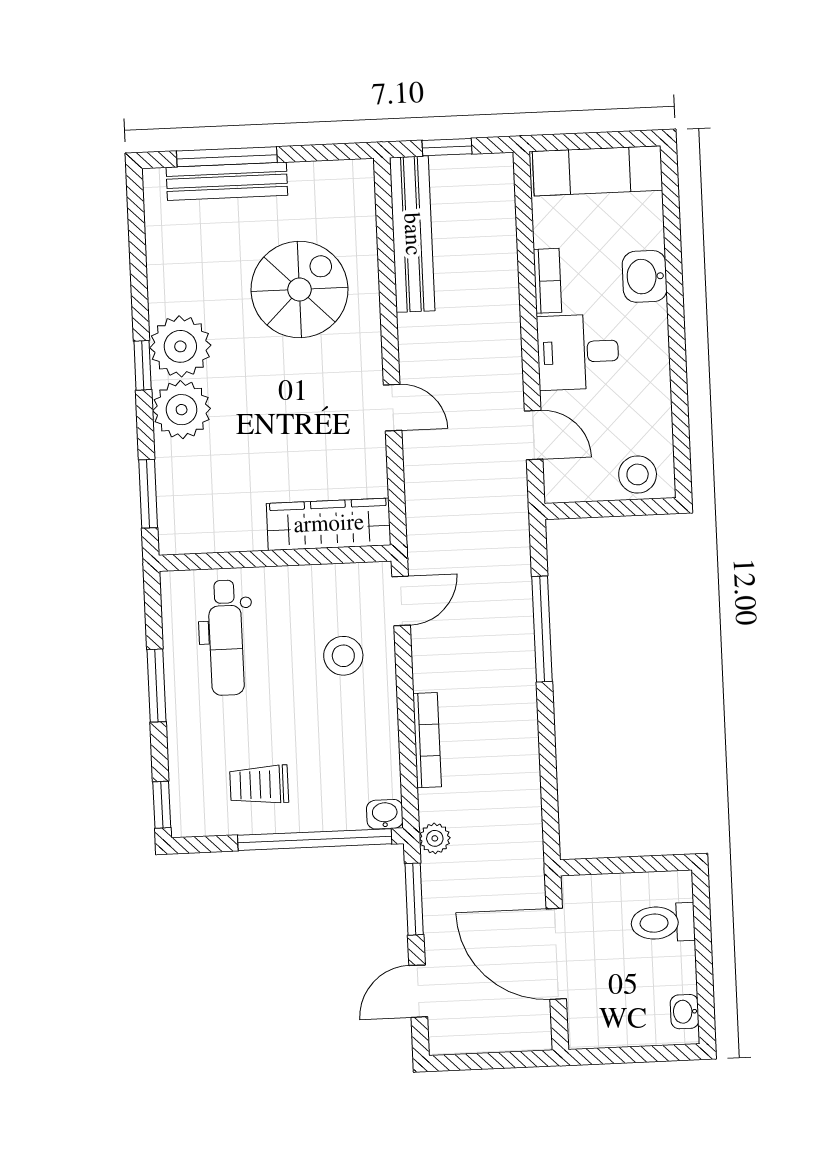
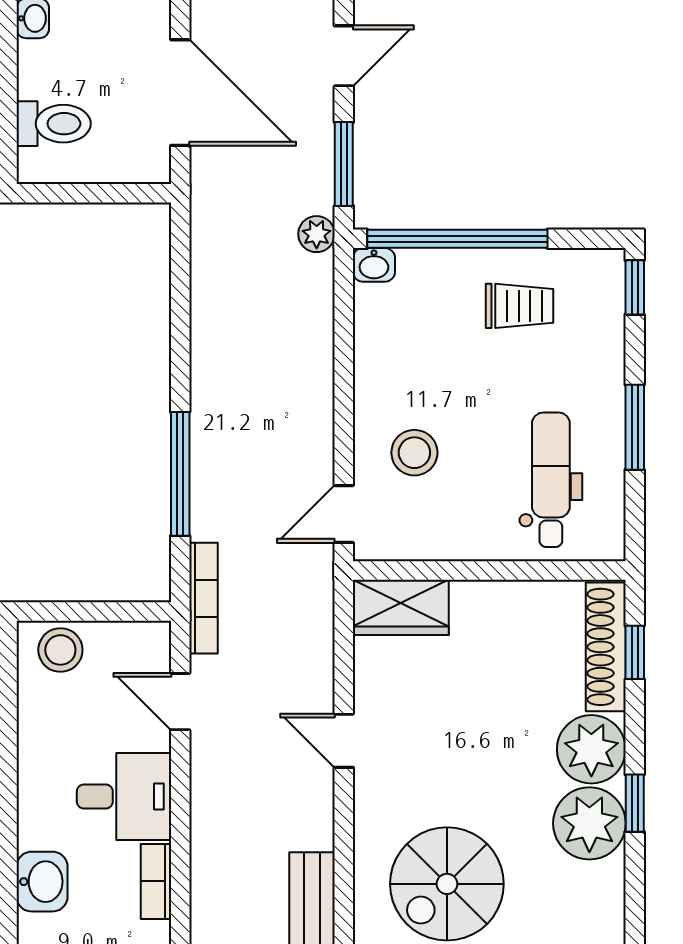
window: (148, 494) -> (635, 652), width x0.67
shoe rack: (173, 497) -> (606, 647), added
wardrobe: (329, 524) -> (401, 607), width x0.67
bookcase: (427, 740) -> (203, 598), moved, turned 180

